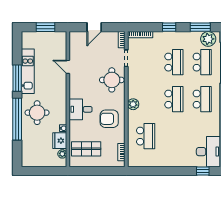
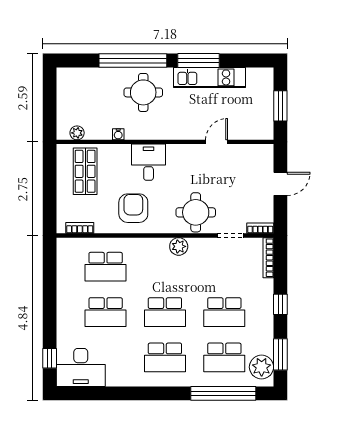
door: (94, 27) -> (280, 184), swing flipped
plant: (133, 104) -> (179, 246), moved
school desk: (174, 136) -> (106, 312), added
fridge: (60, 141) -> (98, 129), removed

